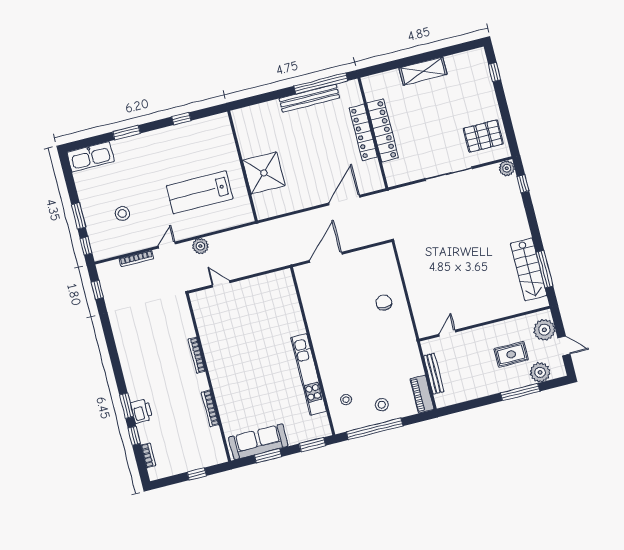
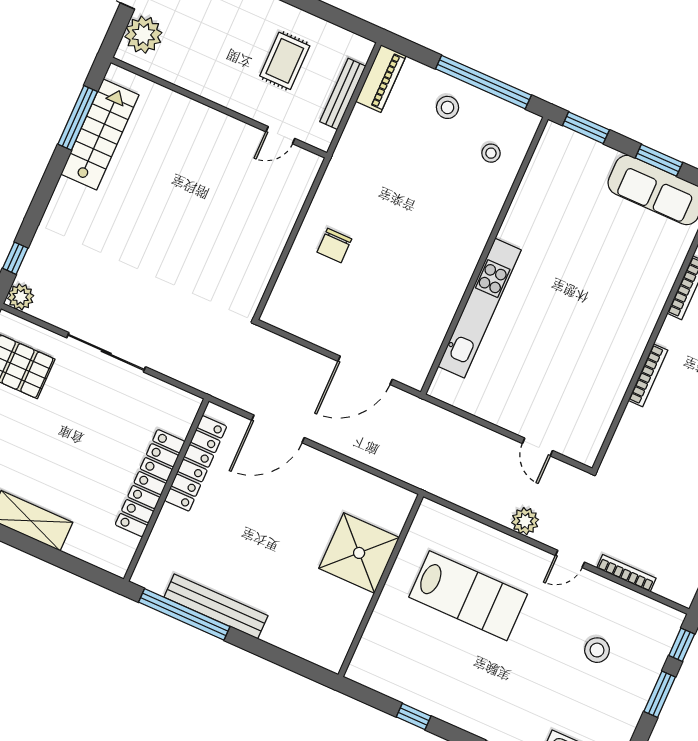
locker: (363, 132) -> (196, 463), moved
rug: (511, 354) -> (285, 61), moved, turned 90
kitchen unit: (309, 374) -> (480, 308), moved

